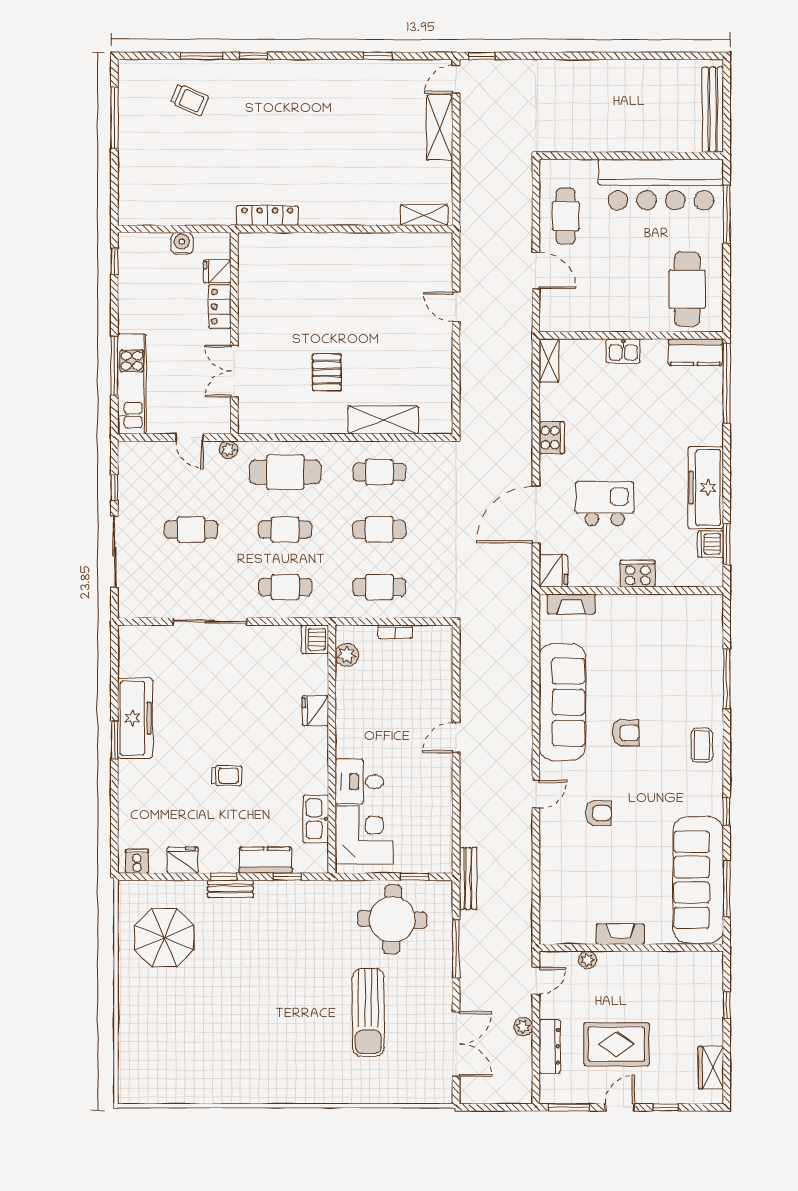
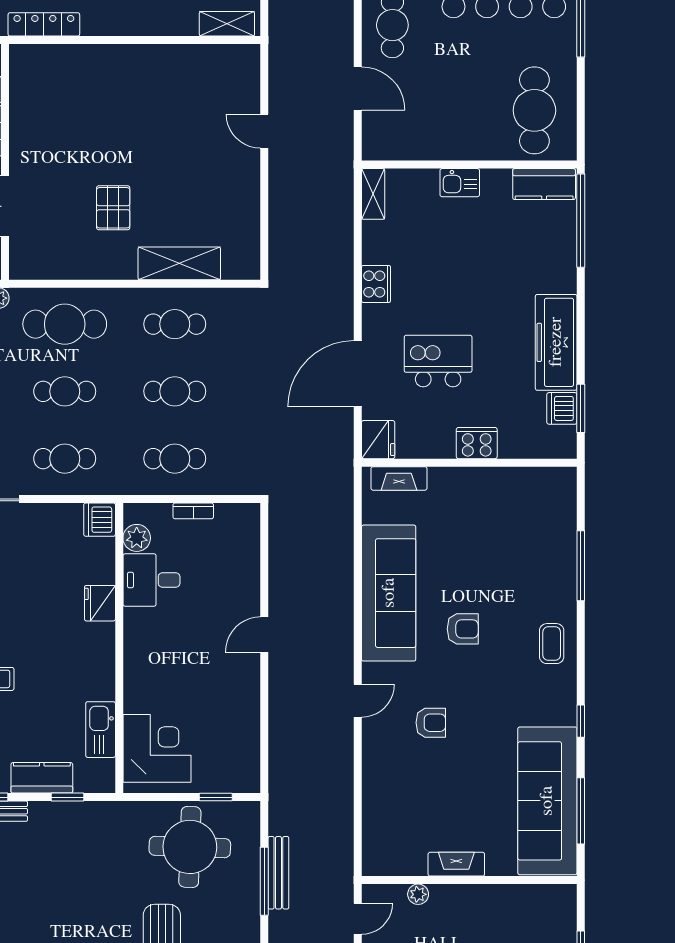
desk: (359, 782) -> (151, 580), moved
bench: (468, 878) -> (278, 873), moved

